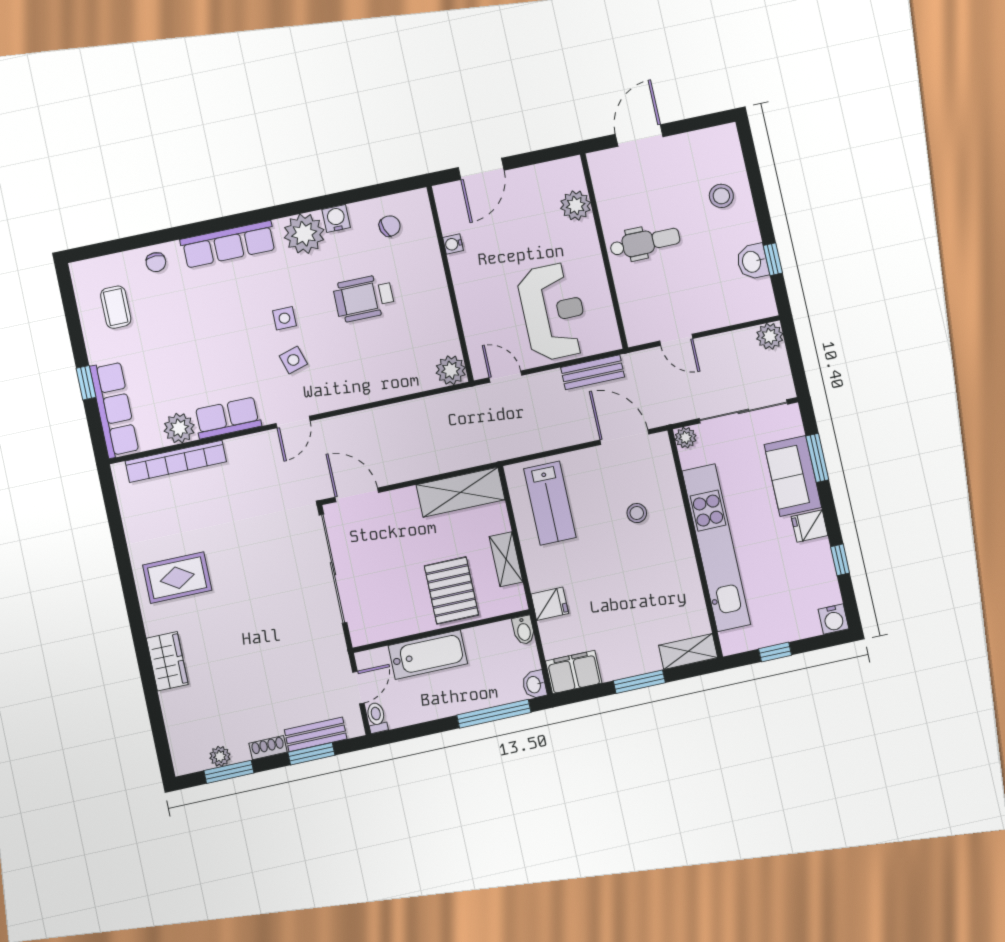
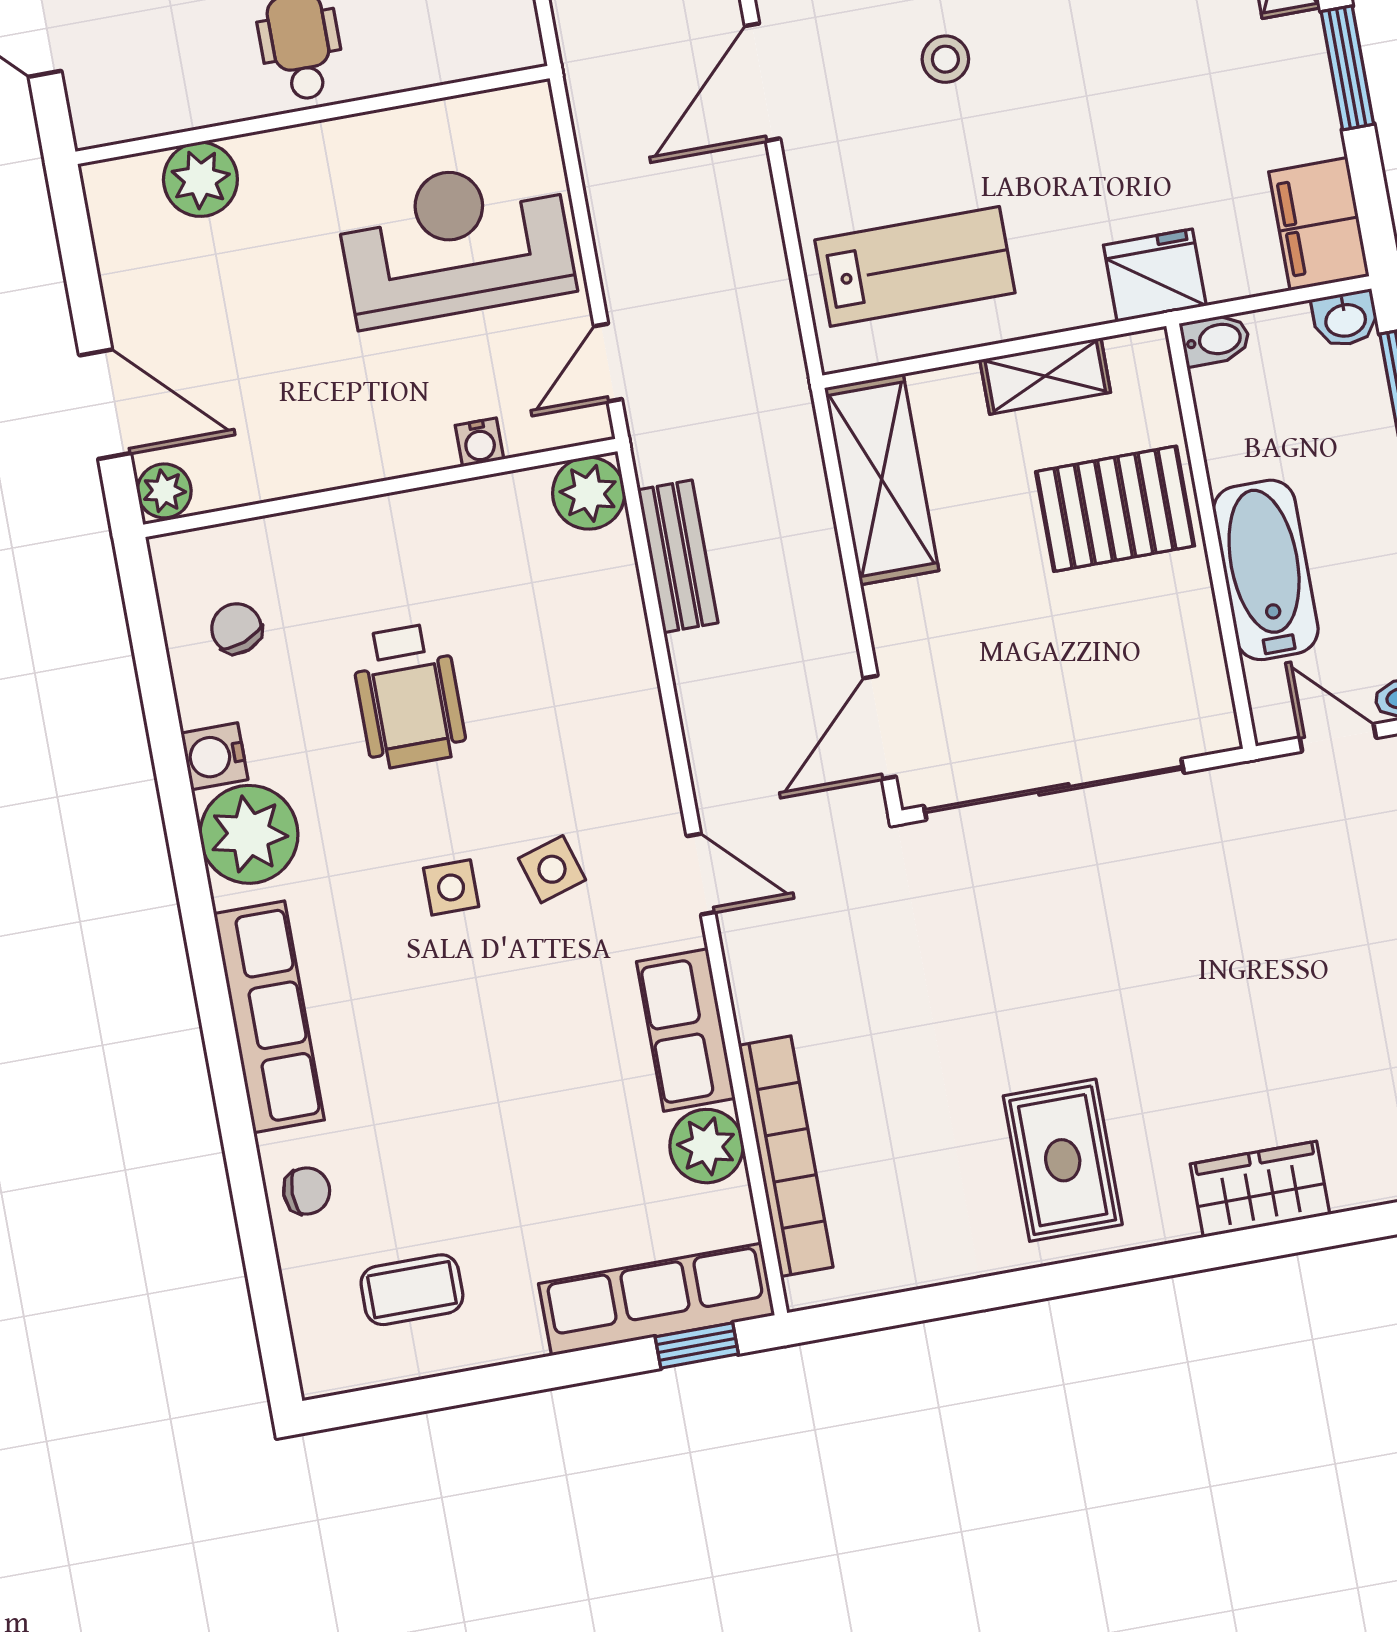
plant: (446, 194) -> (164, 491), added
water cooler: (453, 244) -> (479, 442), moved
bench: (593, 372) -> (678, 556), moved
window: (86, 383) -> (697, 1345), moved
fridge: (550, 604) -> (1155, 275), width x1.38

